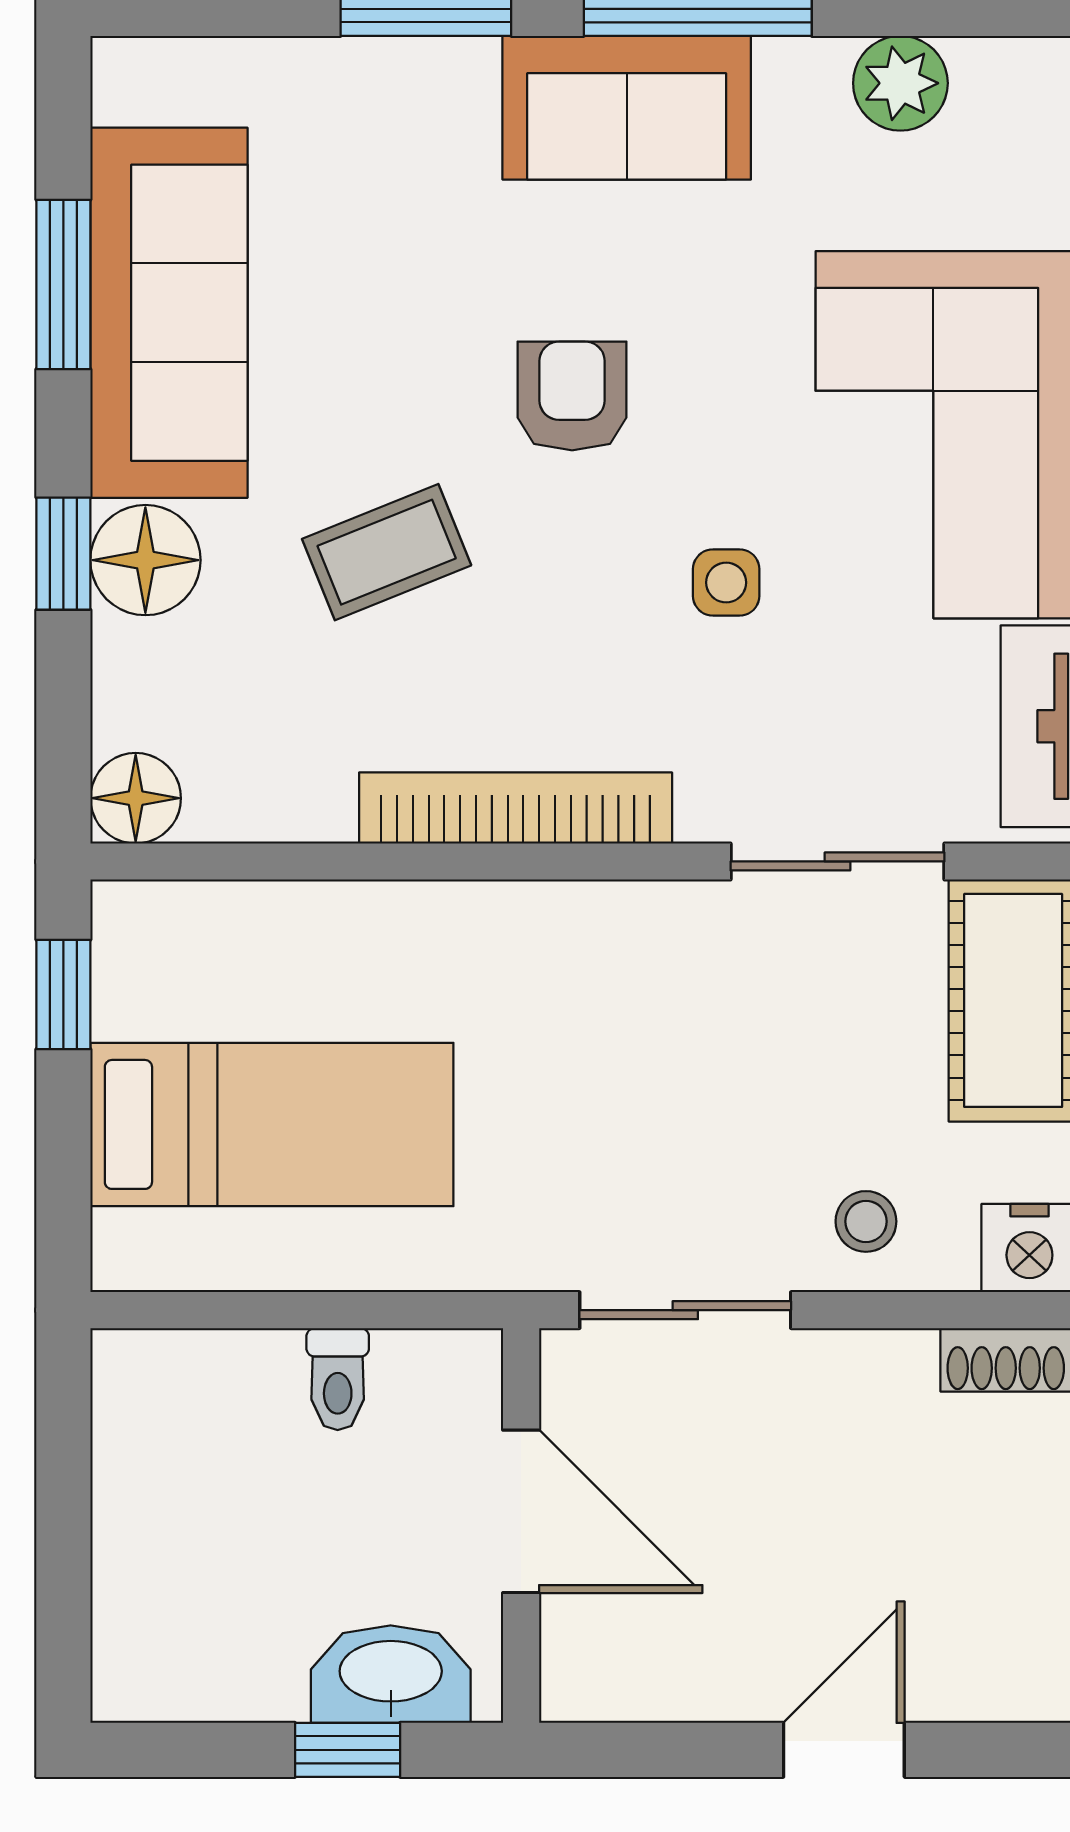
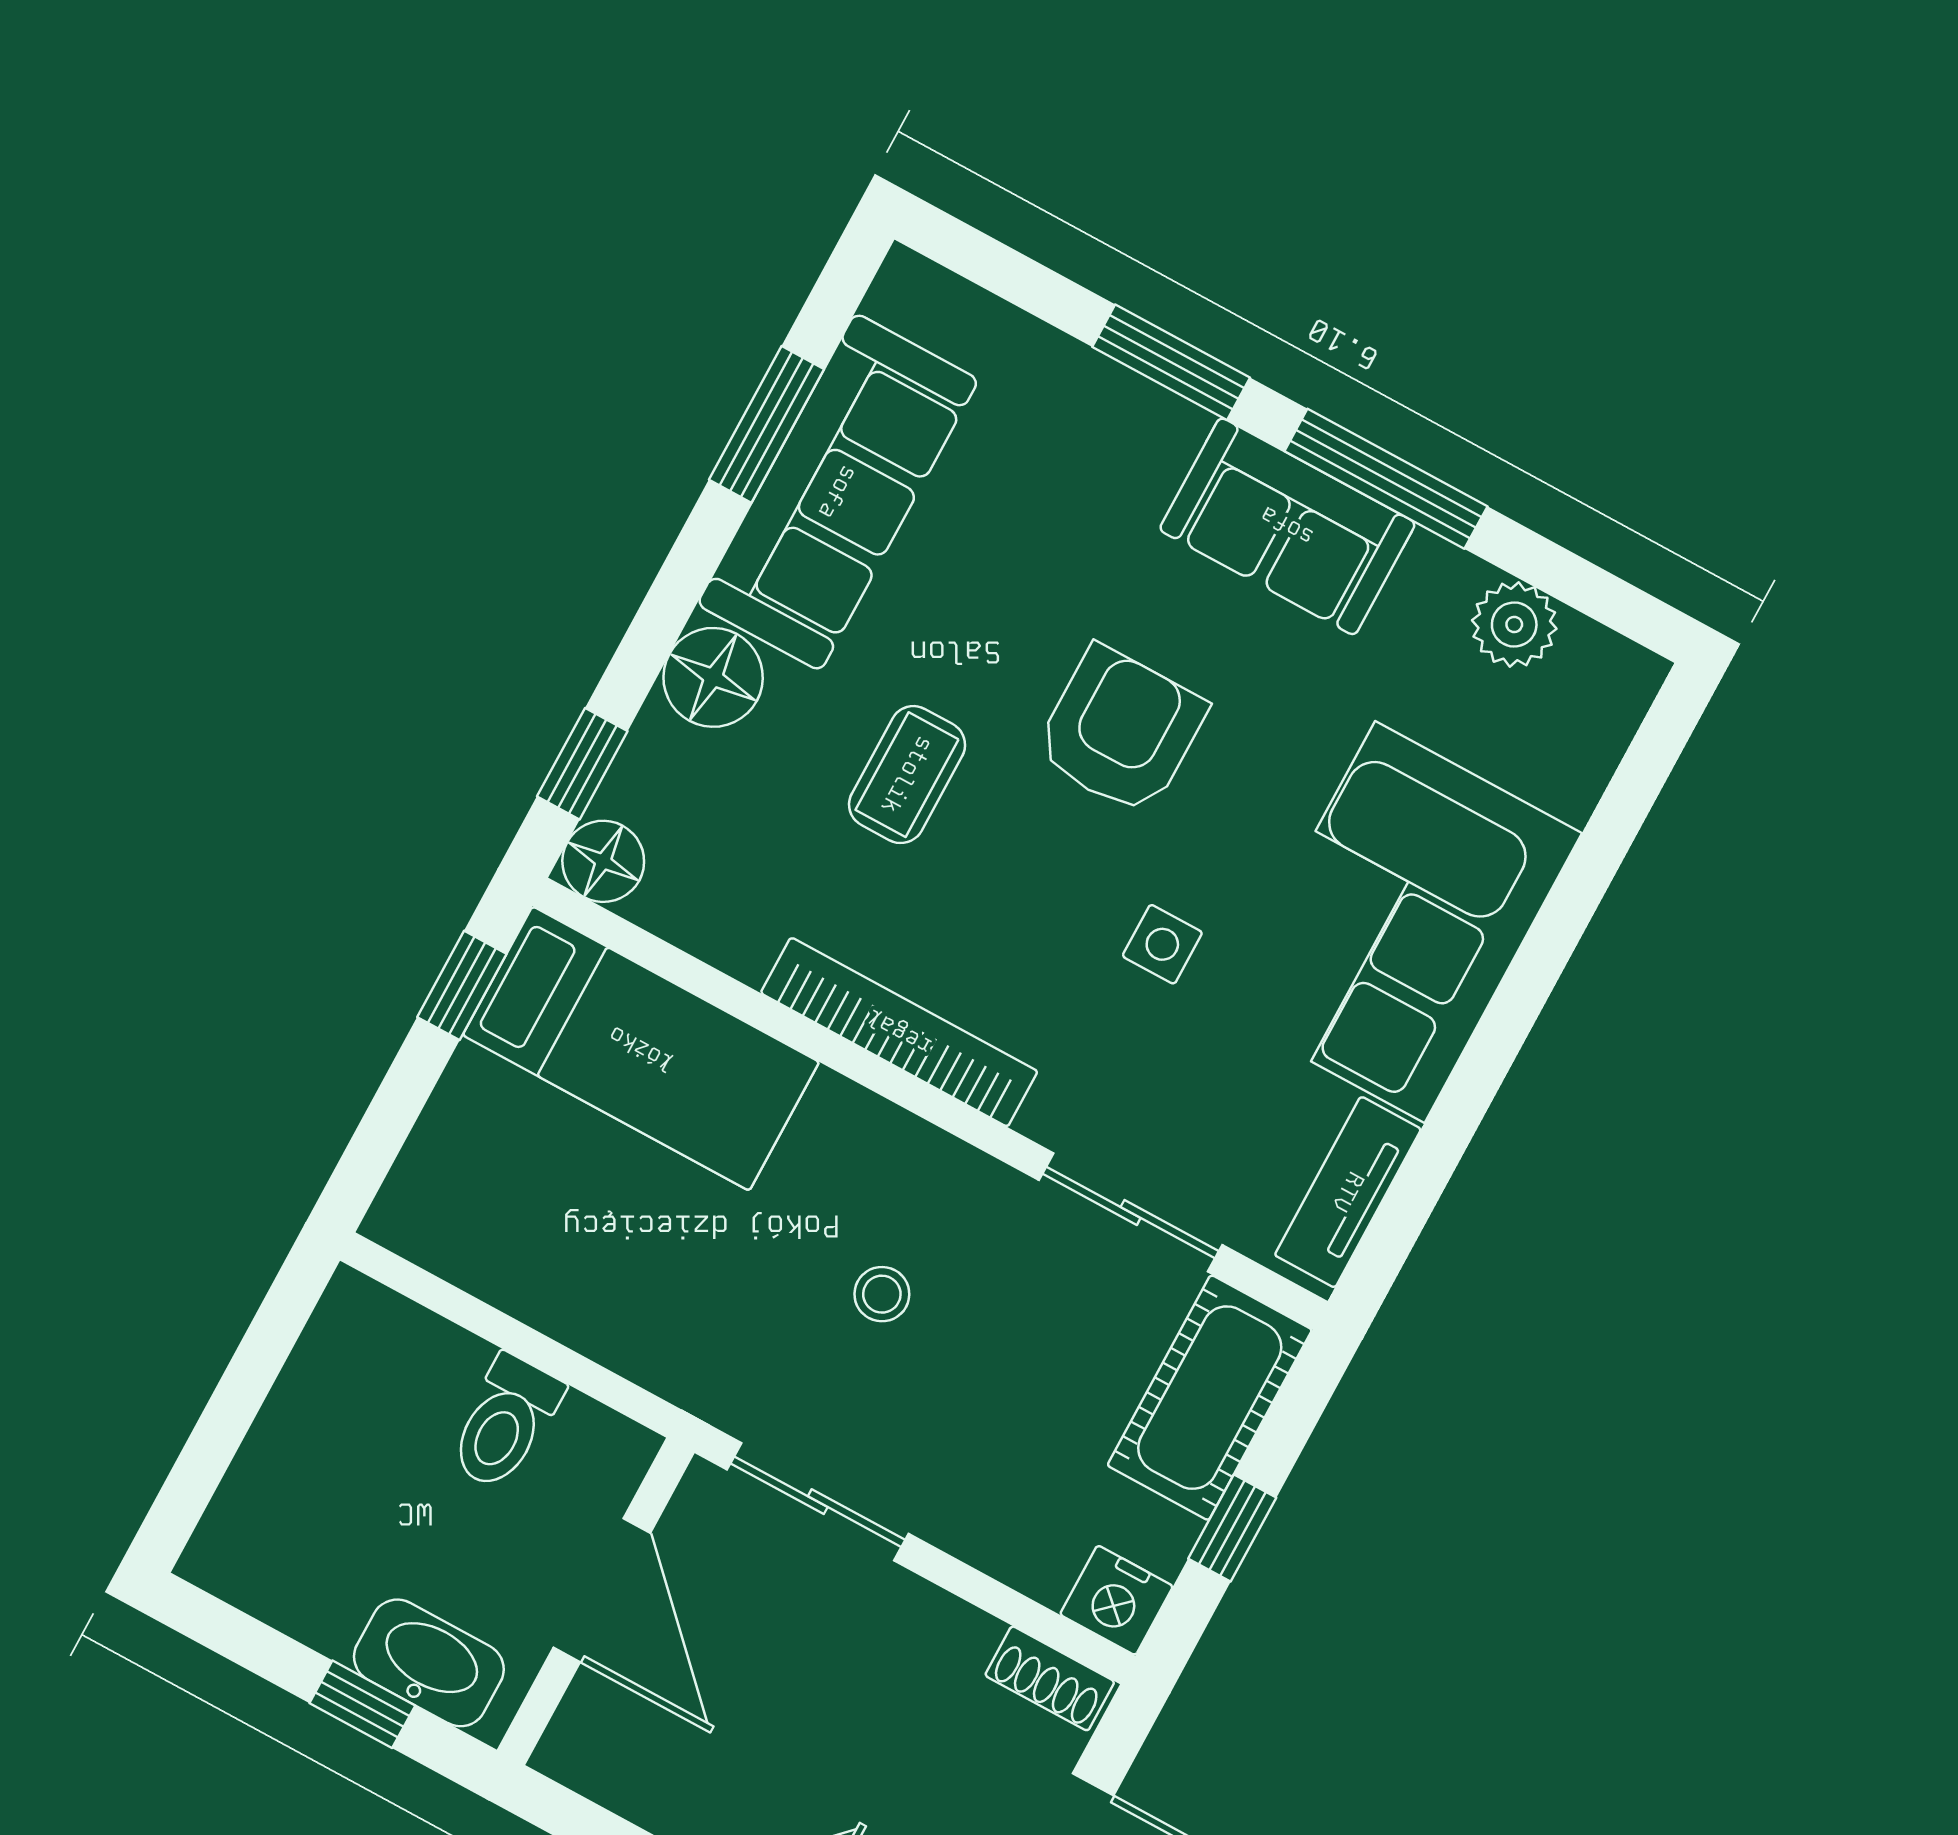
armchair: (572, 396) -> (1121, 731), width x1.38, depth x1.38
coffee table: (387, 552) -> (907, 775), turned -68
window: (63, 554) -> (582, 764), moved
bed: (272, 1124) -> (641, 1049), moved
stool: (866, 1221) -> (882, 1294), moved
toilet: (338, 1379) -> (505, 1423), width x1.37, depth x1.39

